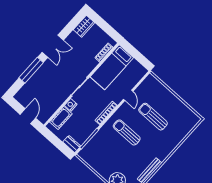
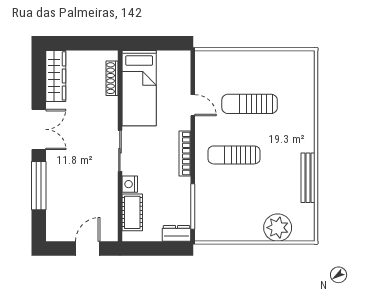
wardrobe: (84, 26) -> (56, 76), width x1.50
door: (28, 116) -> (88, 249), hinge flipped

